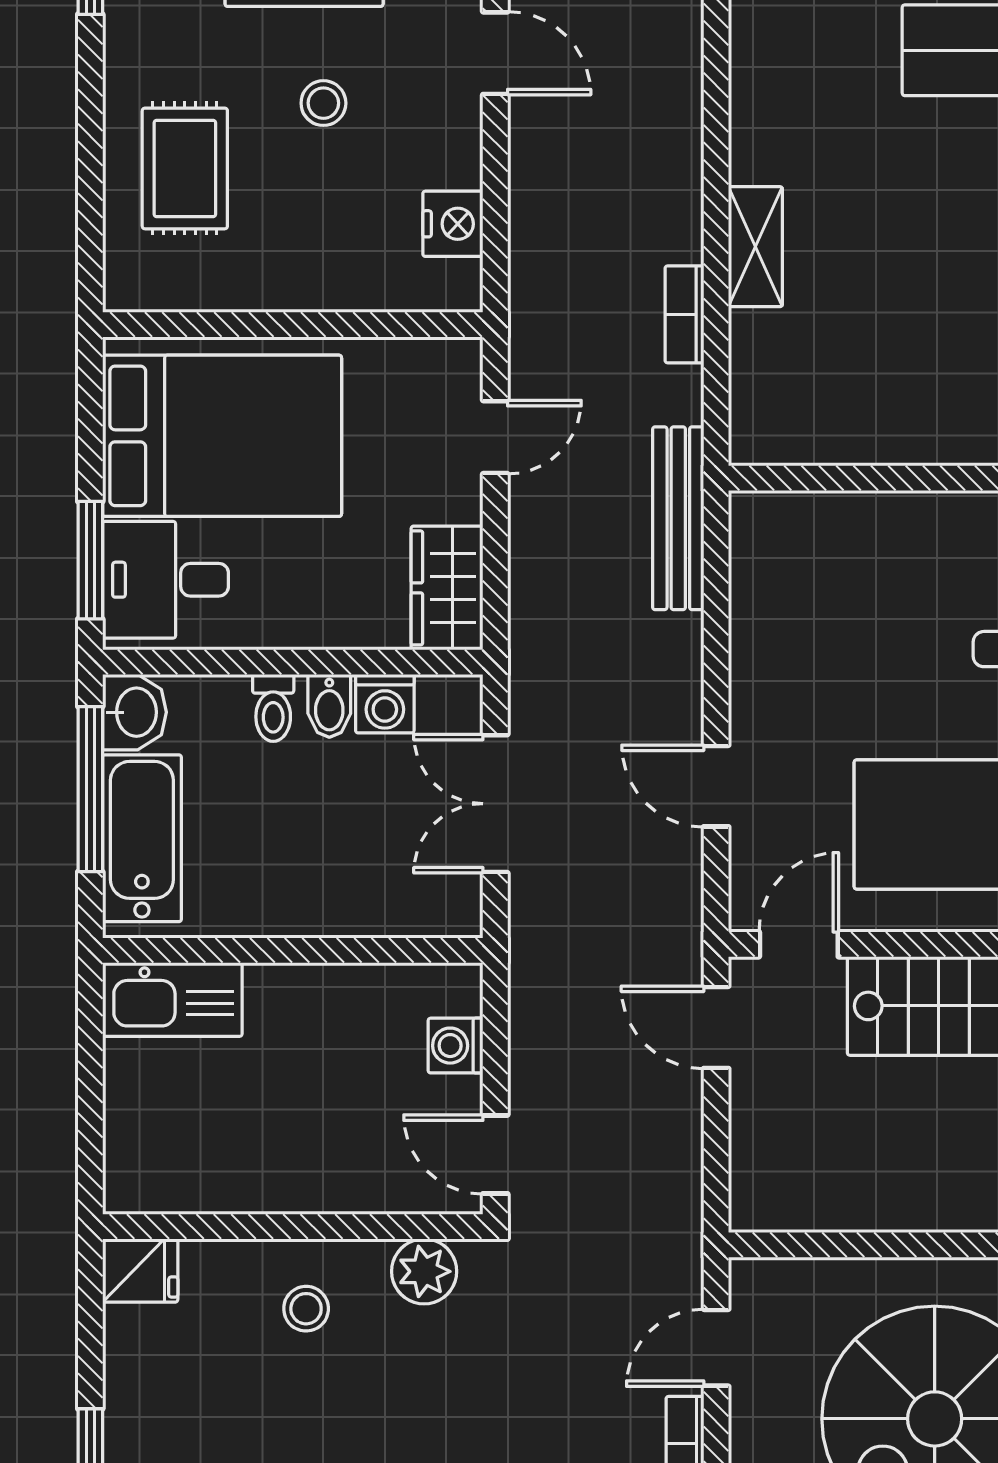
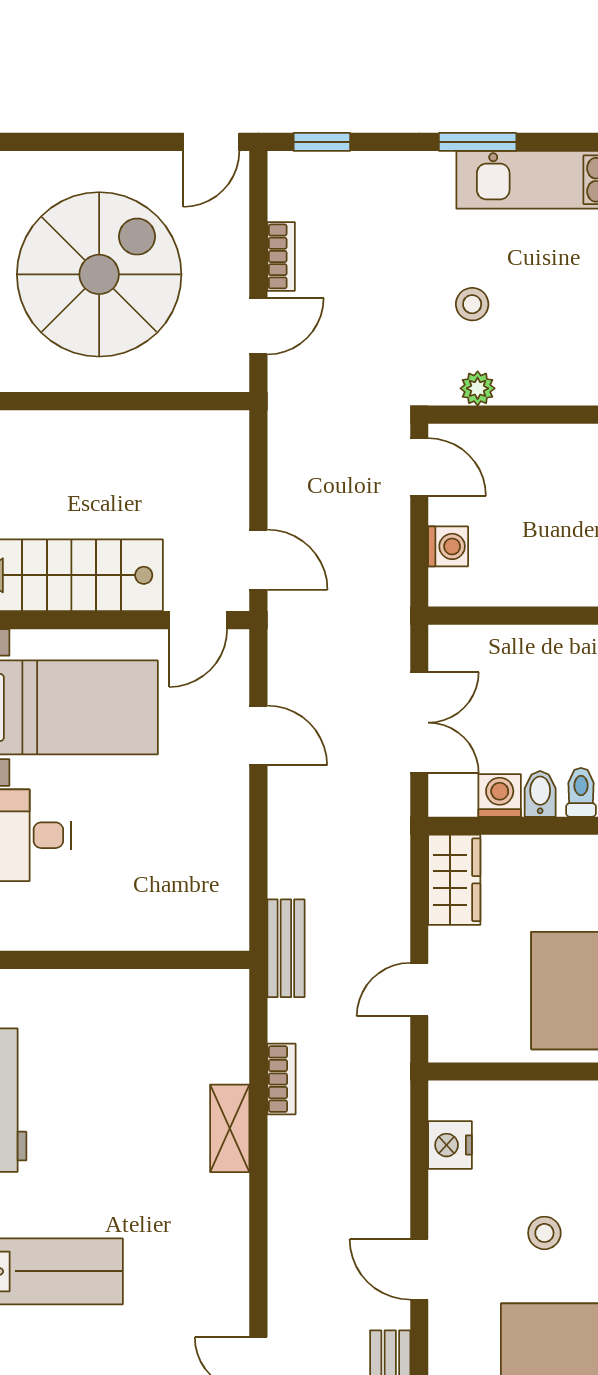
bench: (678, 518) -> (286, 948), width x0.73
plant: (424, 1271) -> (478, 388), width x0.73, depth x0.73
stool: (306, 1309) -> (472, 304), moved

